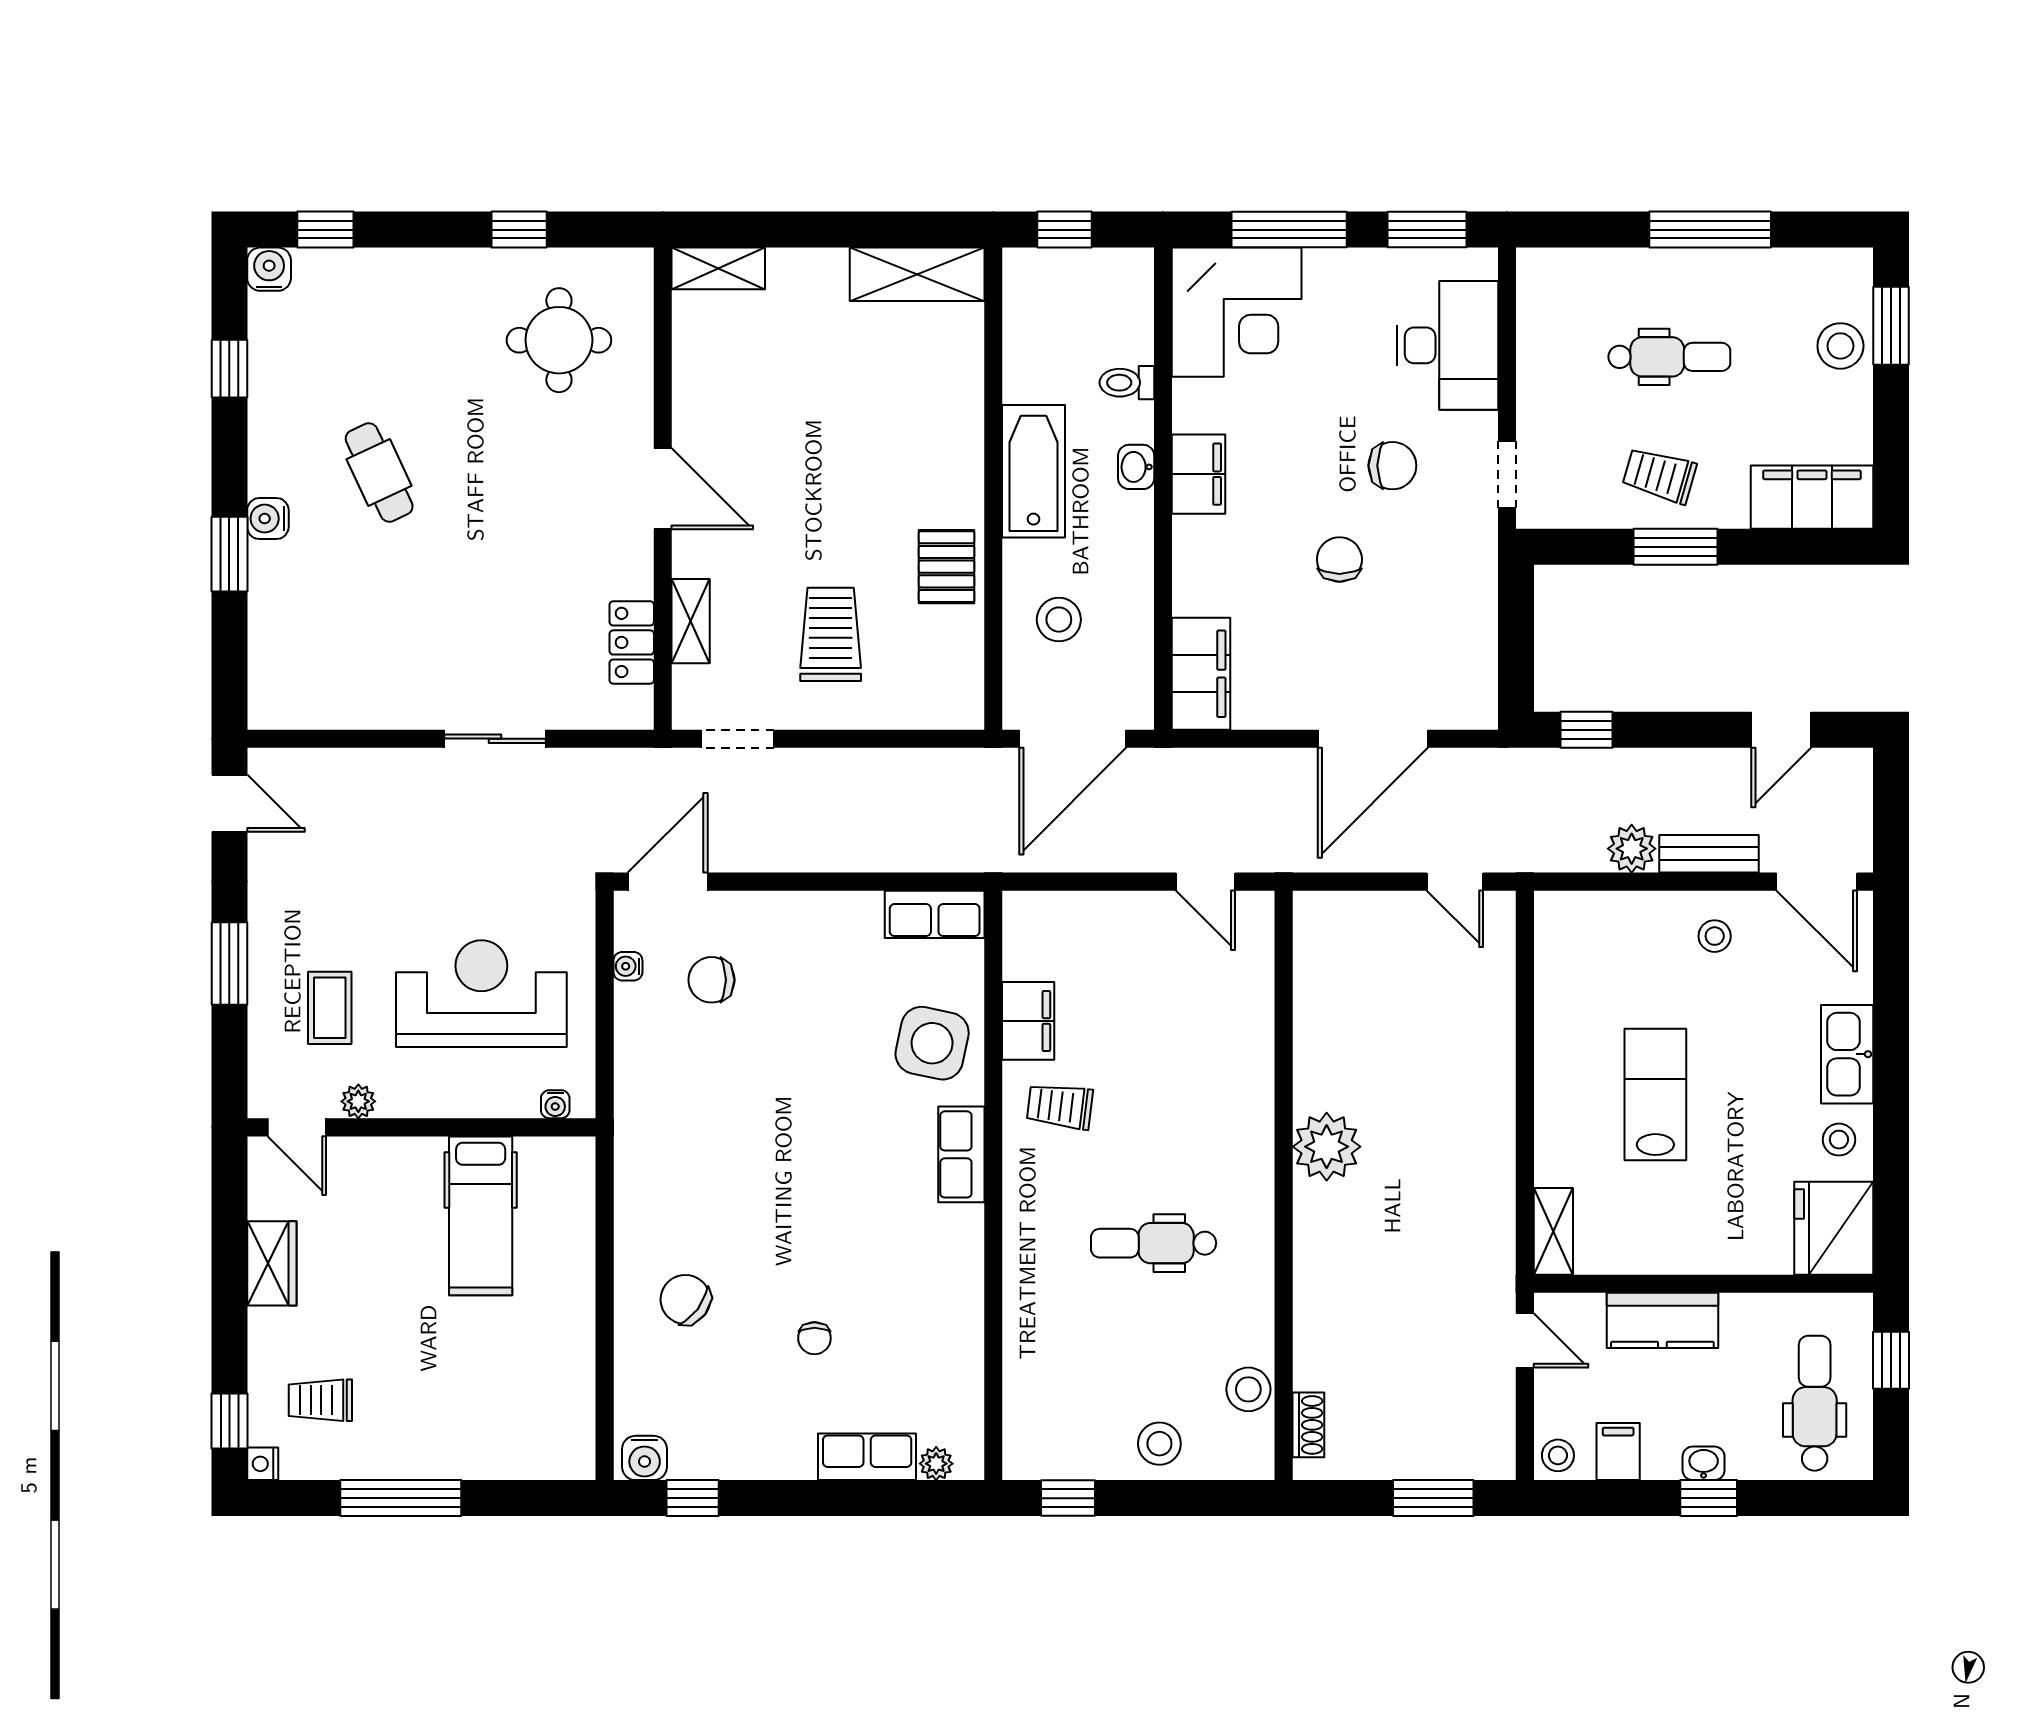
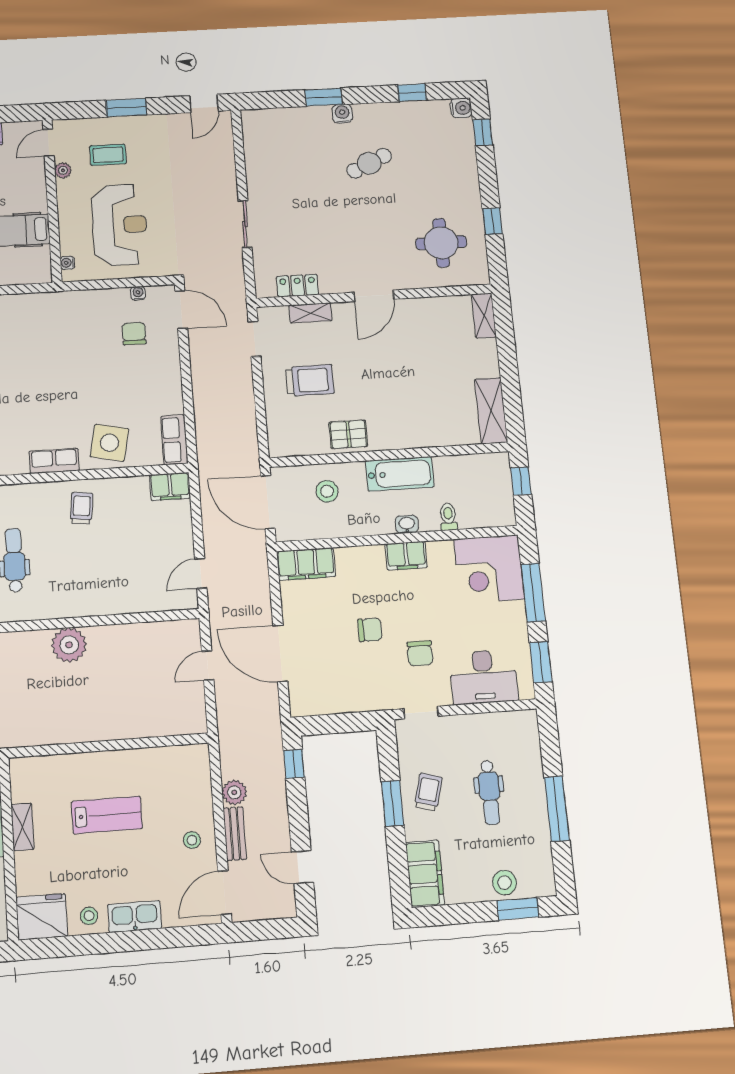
door: (1455, 882) -> (208, 665), moved
filing cabinet: (1028, 1021) -> (170, 486), moved
shelving: (1553, 1231) -> (22, 827), moved, turned 90

